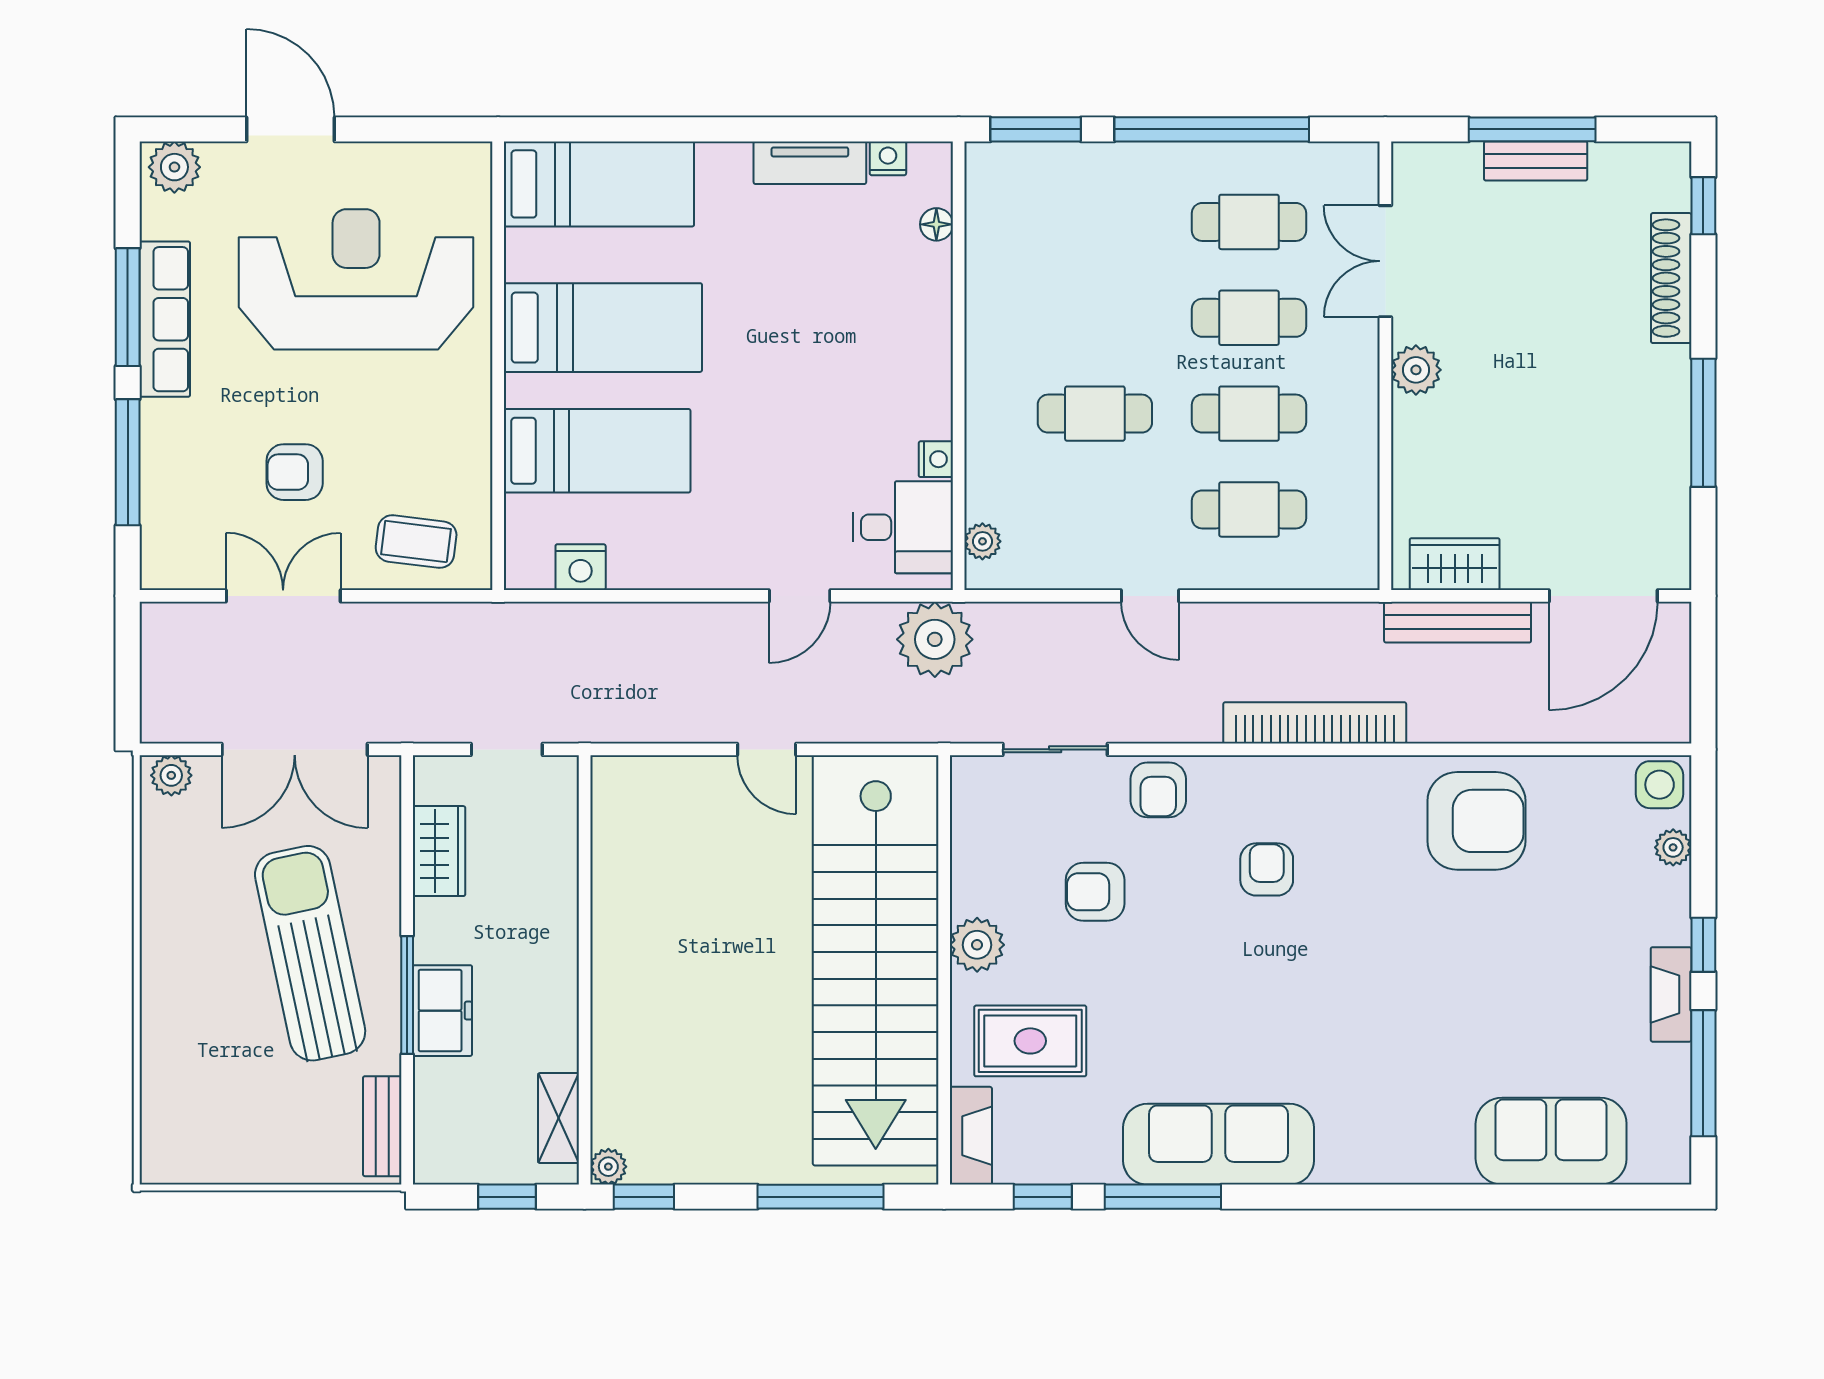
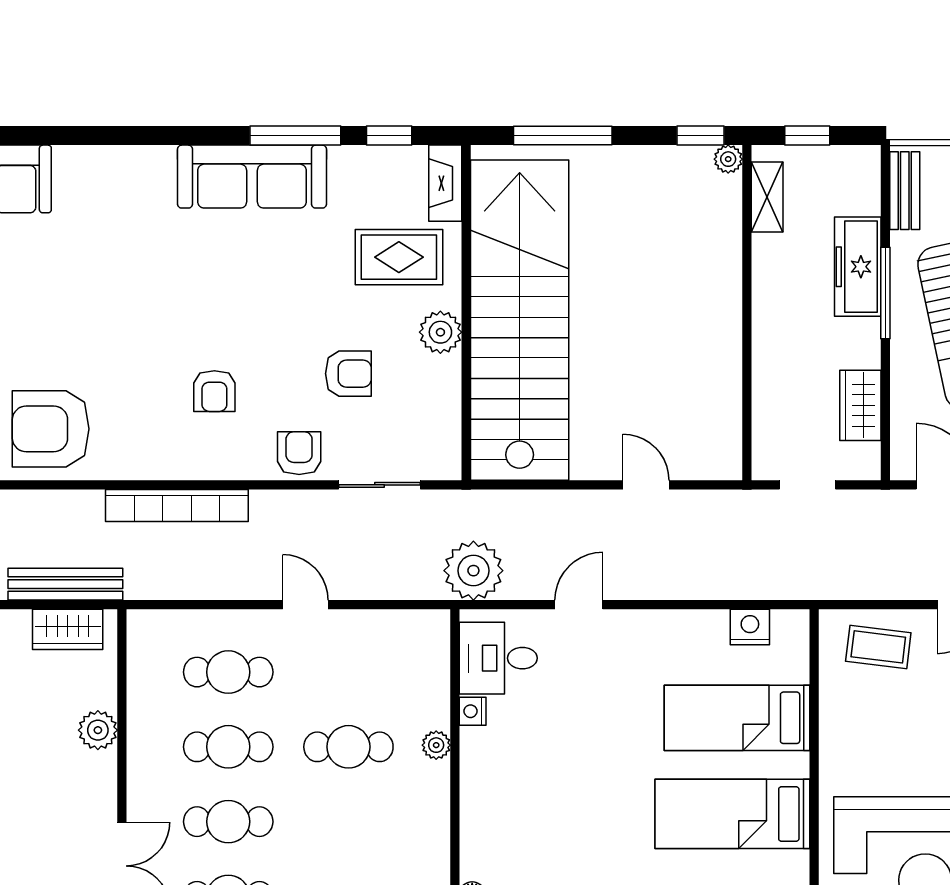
plant: (1416, 370) -> (98, 730), moved
plant: (982, 541) -> (436, 745), moved
door: (767, 749) -> (646, 485), moved
freezer: (442, 1011) -> (858, 267), width x1.40

